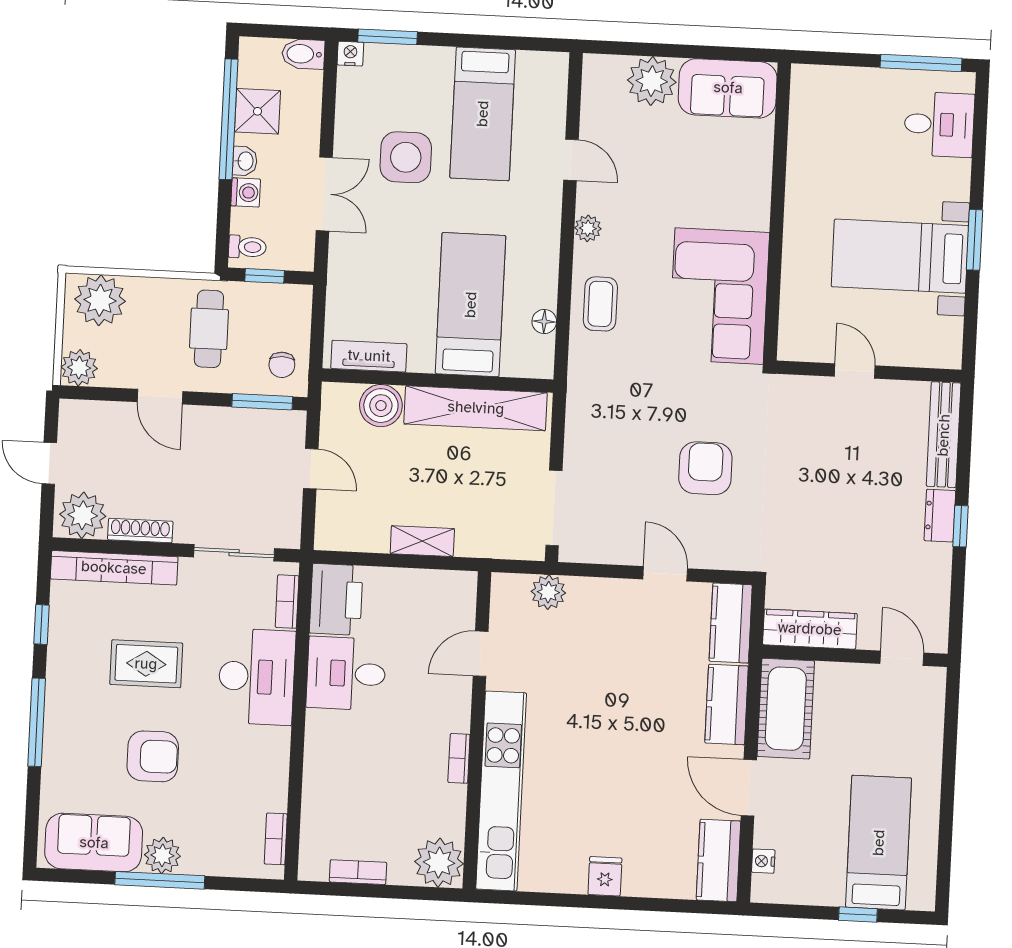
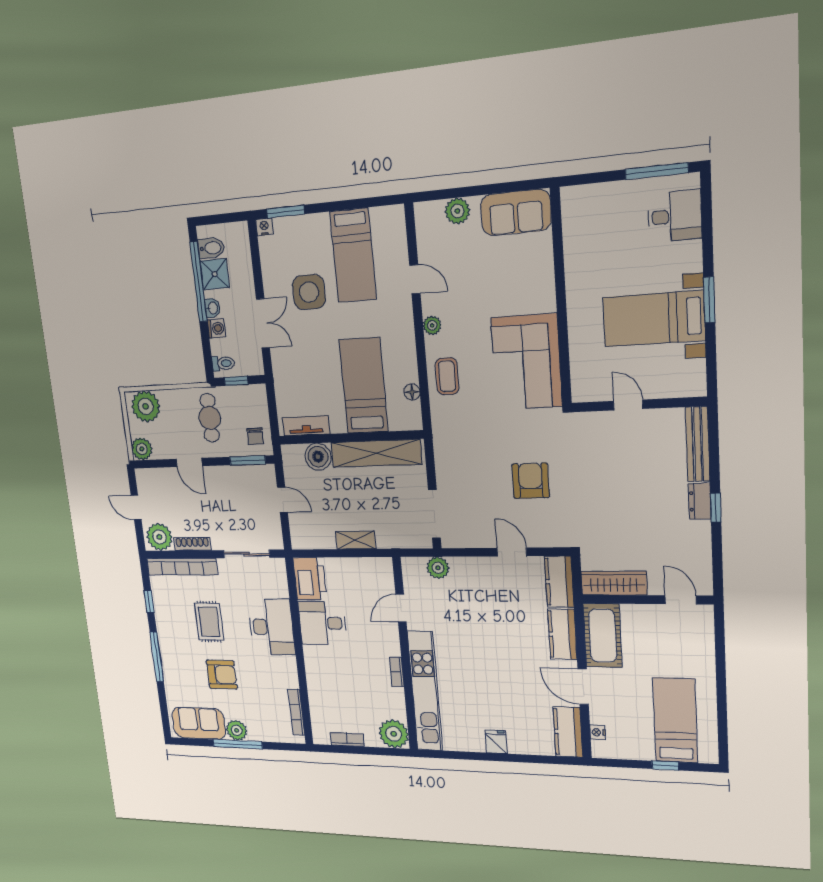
bidet: (303, 54) -> (211, 248), moved, turned 180
plant: (652, 81) -> (457, 211), width x0.73, depth x0.73
bookcase: (287, 602) -> (282, 582), removed
rug: (146, 664) -> (209, 622), turned 90
bookcase: (276, 839) -> (296, 712), width x1.56

